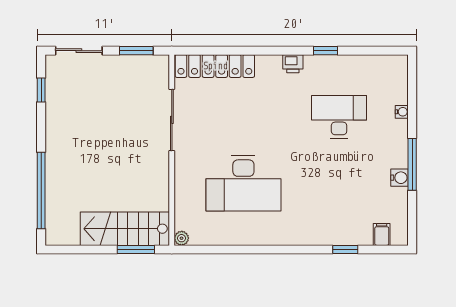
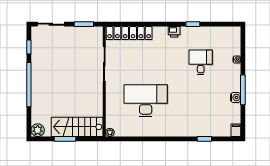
desk: (339, 117) -> (201, 62), width x0.73
desk: (243, 183) -> (146, 101), turned 180
window: (41, 191) -> (29, 85), moved
plant: (56, 234) -> (38, 130), added
filing cabinet: (382, 234) -> (236, 130), moved
window: (136, 249) -> (65, 139), moved

